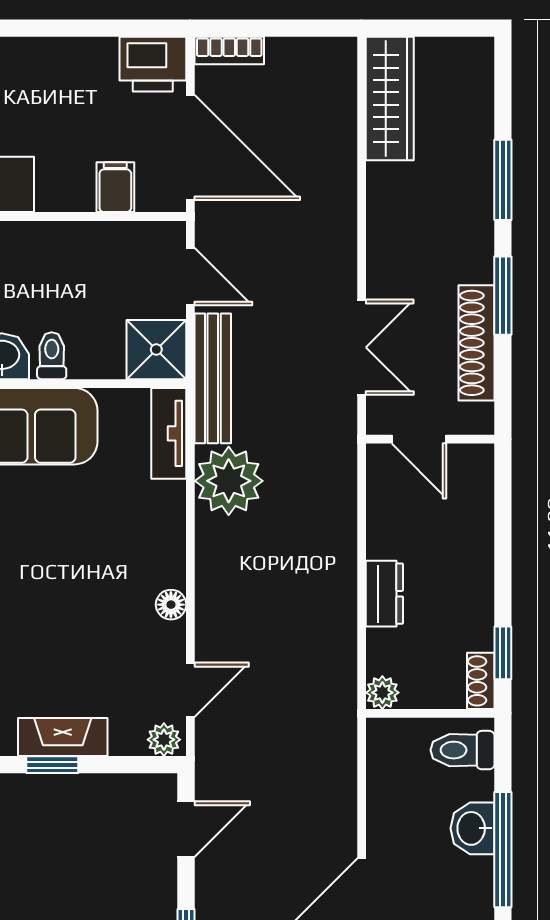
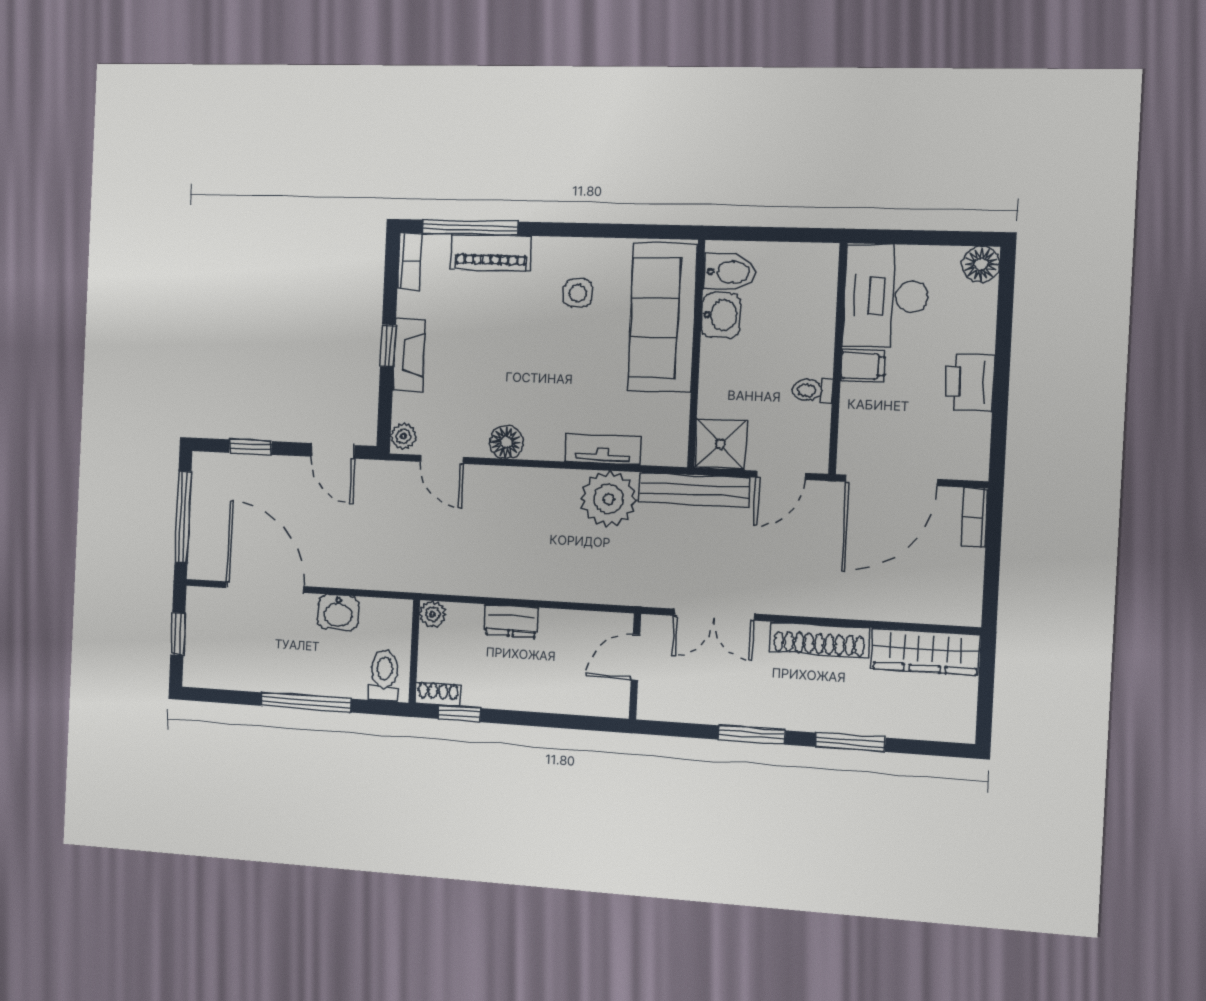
printer: (153, 64) -> (969, 382), moved
filing cabinet: (115, 187) -> (863, 366), moved
shoe rack: (476, 343) -> (819, 640), moved, turned 180
toilet: (52, 356) -> (812, 390), moved, turned 180
tv unit: (169, 433) -> (603, 449), moved
floor lamp: (171, 605) -> (506, 442), width x1.37, depth x1.37
washbasin: (472, 828) -> (338, 613), moved, turned 180

